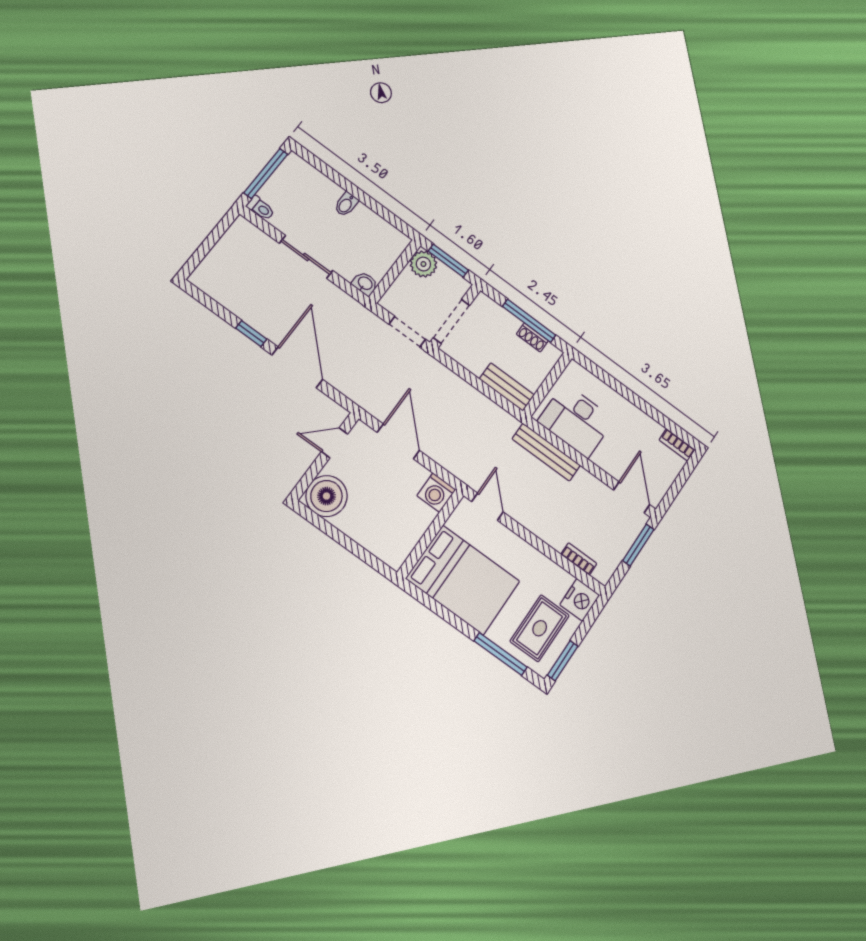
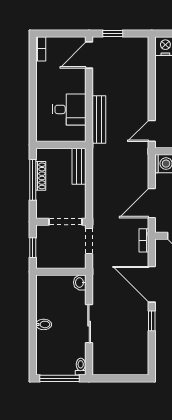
window: (448, 261) -> (33, 248), width x0.67
plant: (423, 264) -> (45, 260), removed
shoe rack: (532, 337) -> (41, 176), width x1.43
door: (297, 367) -> (152, 284), hinge flipped
desk: (576, 420) -> (69, 109), width x0.73
window: (638, 545) -> (113, 34), width x0.67
bookcase: (579, 559) -> (144, 240), moved

